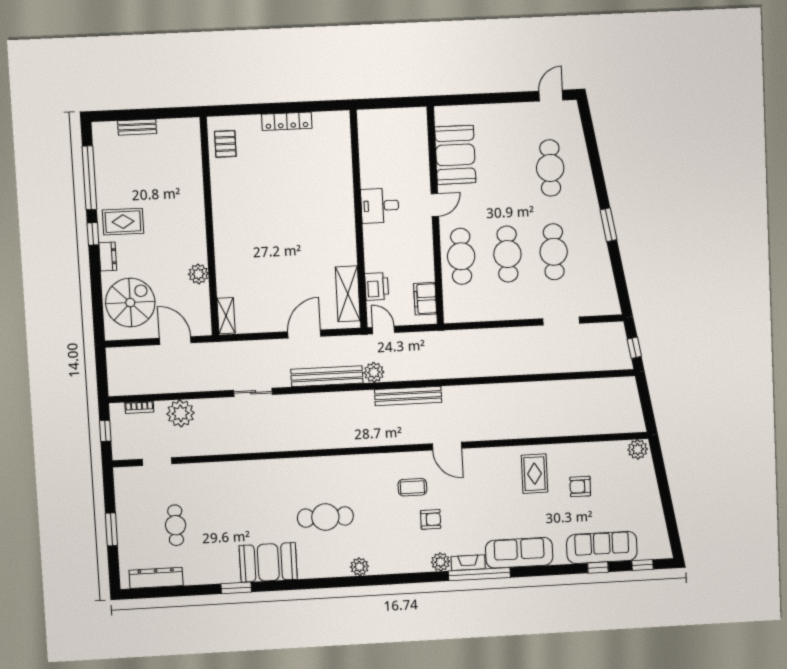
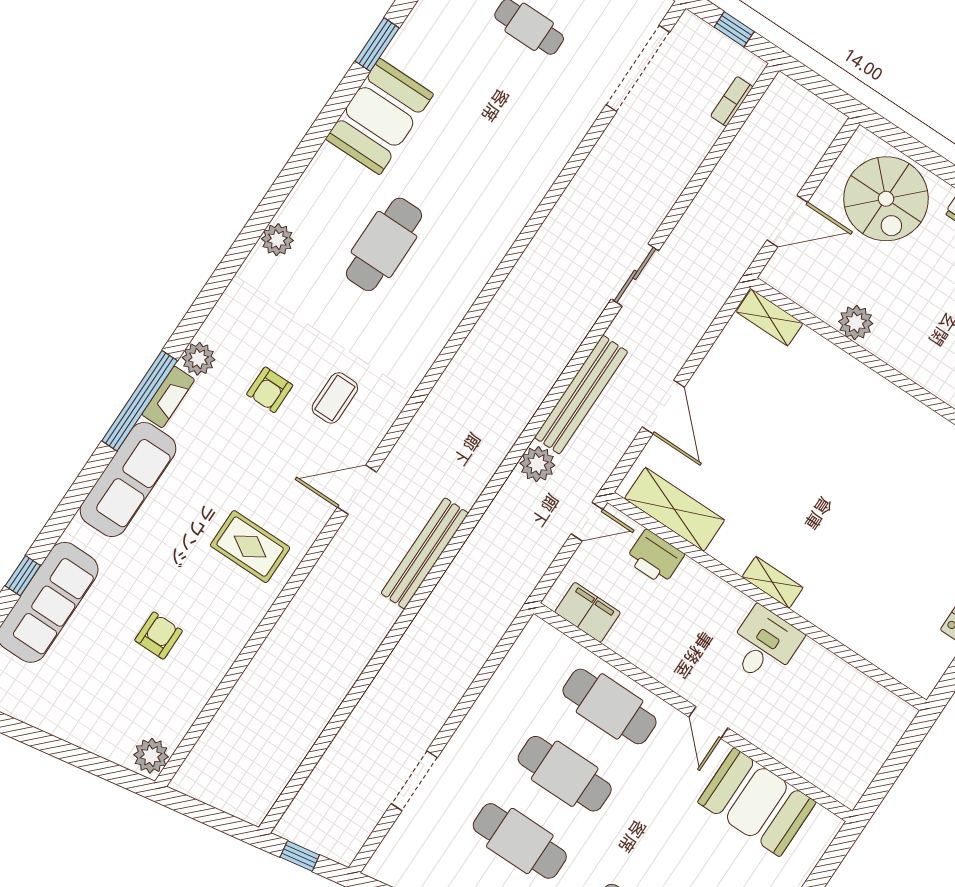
shelving: (348, 223) -> (773, 582), added
bench: (408, 396) -> (425, 553), moved
plant: (181, 413) -> (681, 152), removed
doorway: (157, 462) -> (638, 69), width x1.88
rug: (535, 474) -> (250, 547), moved

